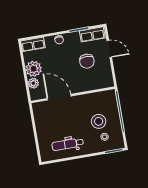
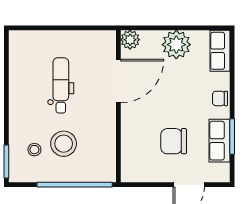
row of seats: (92, 34) -> (219, 141), moved
plant: (33, 83) -> (130, 40), moved
dental chair: (68, 144) -> (61, 85), moved

